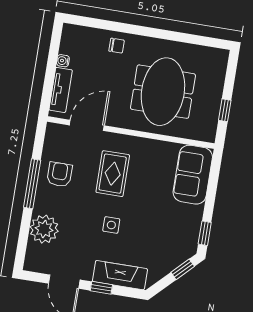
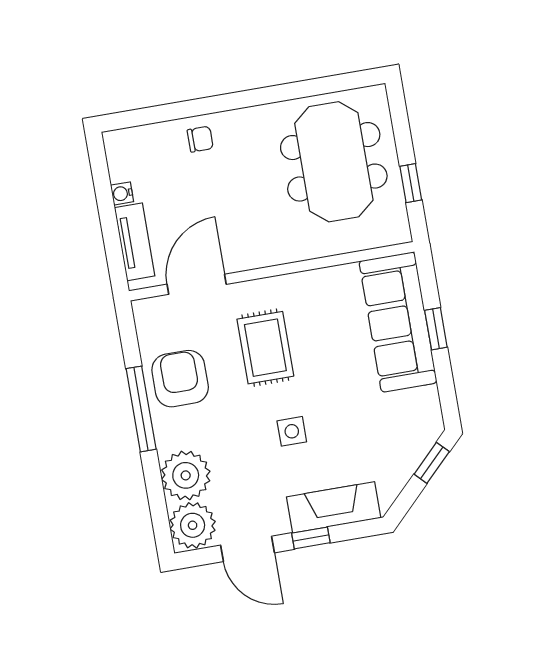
meeting table: (163, 92) -> (334, 162), moved
armchair: (60, 174) -> (180, 379), width x1.38, depth x1.38
sofa: (193, 175) -> (398, 322), width x1.36
window: (205, 233) -> (436, 329), moved
plant: (38, 258) -> (193, 525), added

